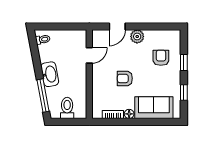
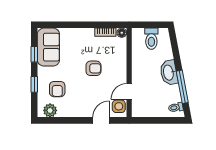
plant: (137, 36) -> (50, 110), moved
side table: (100, 41) -> (119, 106), added
window: (43, 96) -> (182, 87), moved
sofa: (154, 108) -> (48, 47), moved, turned -90
floor lamp: (129, 114) -> (122, 33), moved

